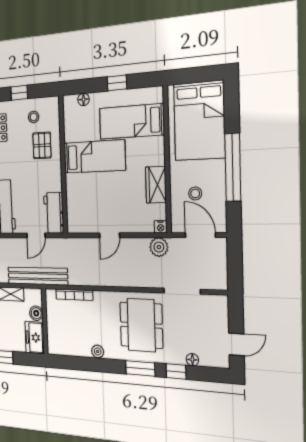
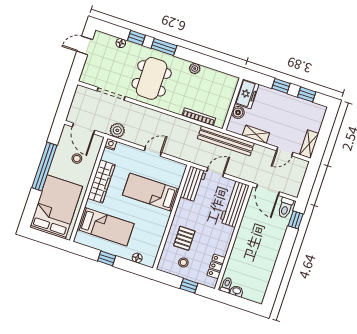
bed: (94, 157) -> (151, 192), moved
wardrobe: (156, 185) -> (101, 182), width x1.50

